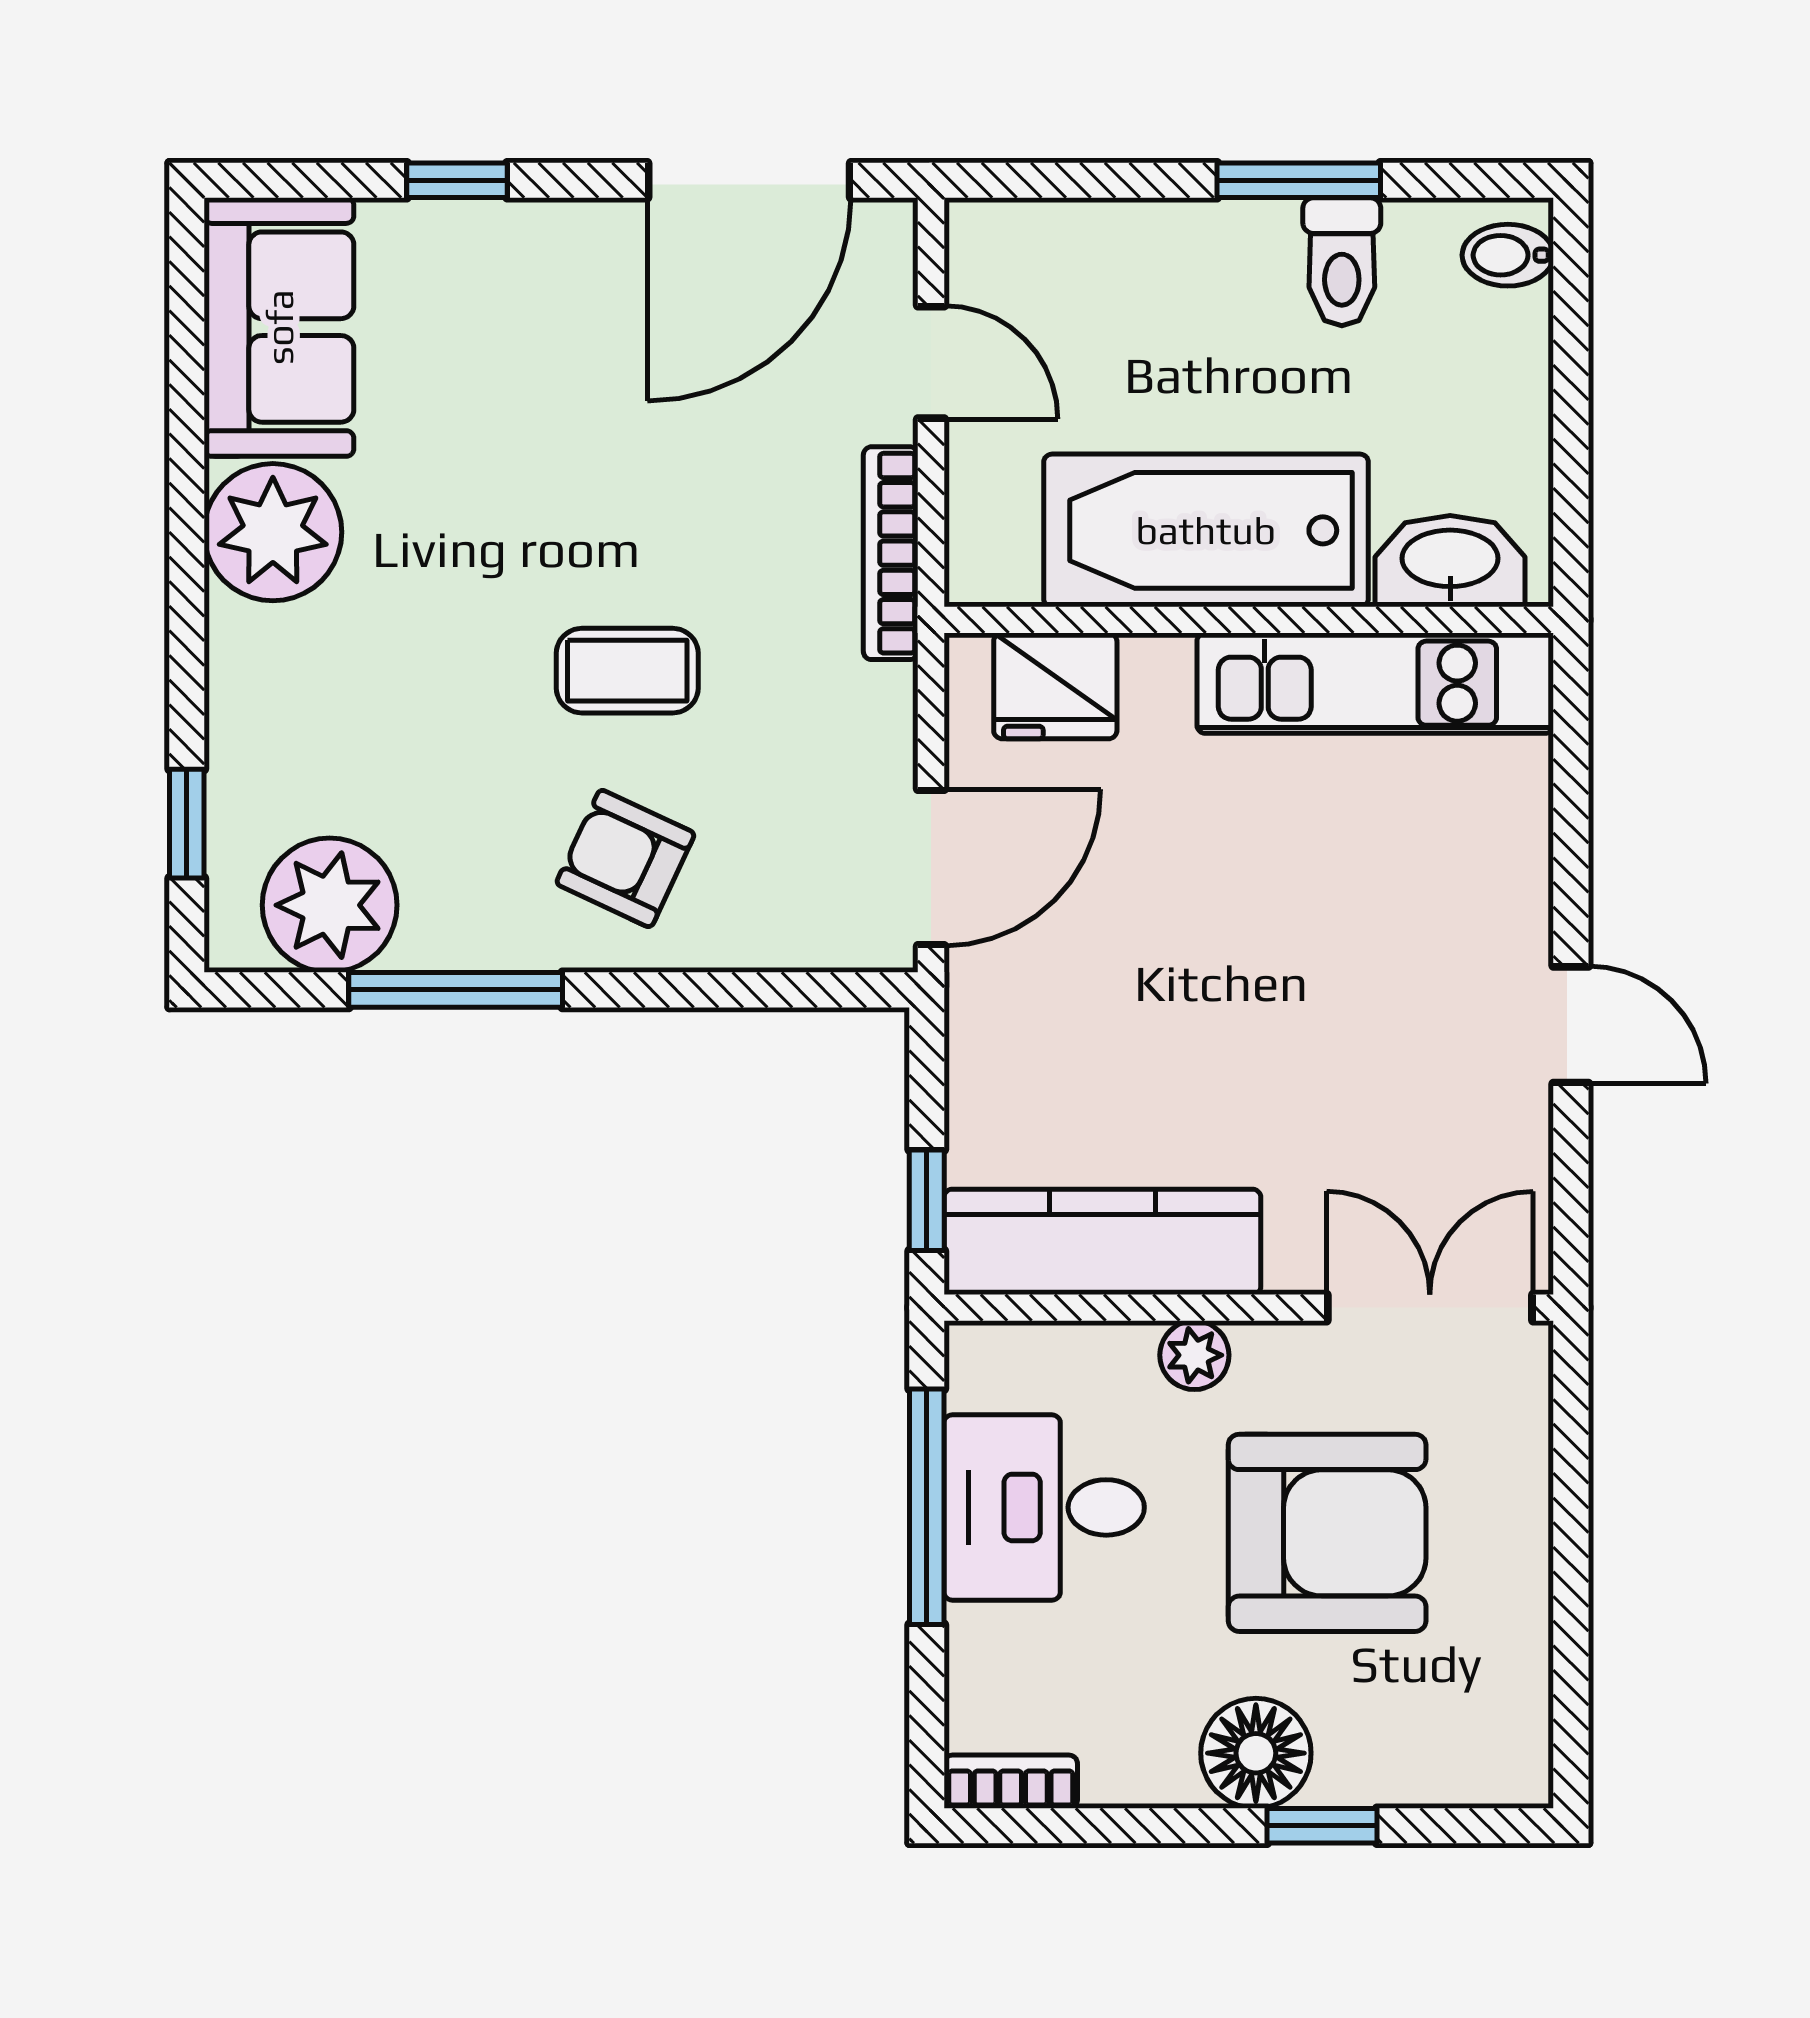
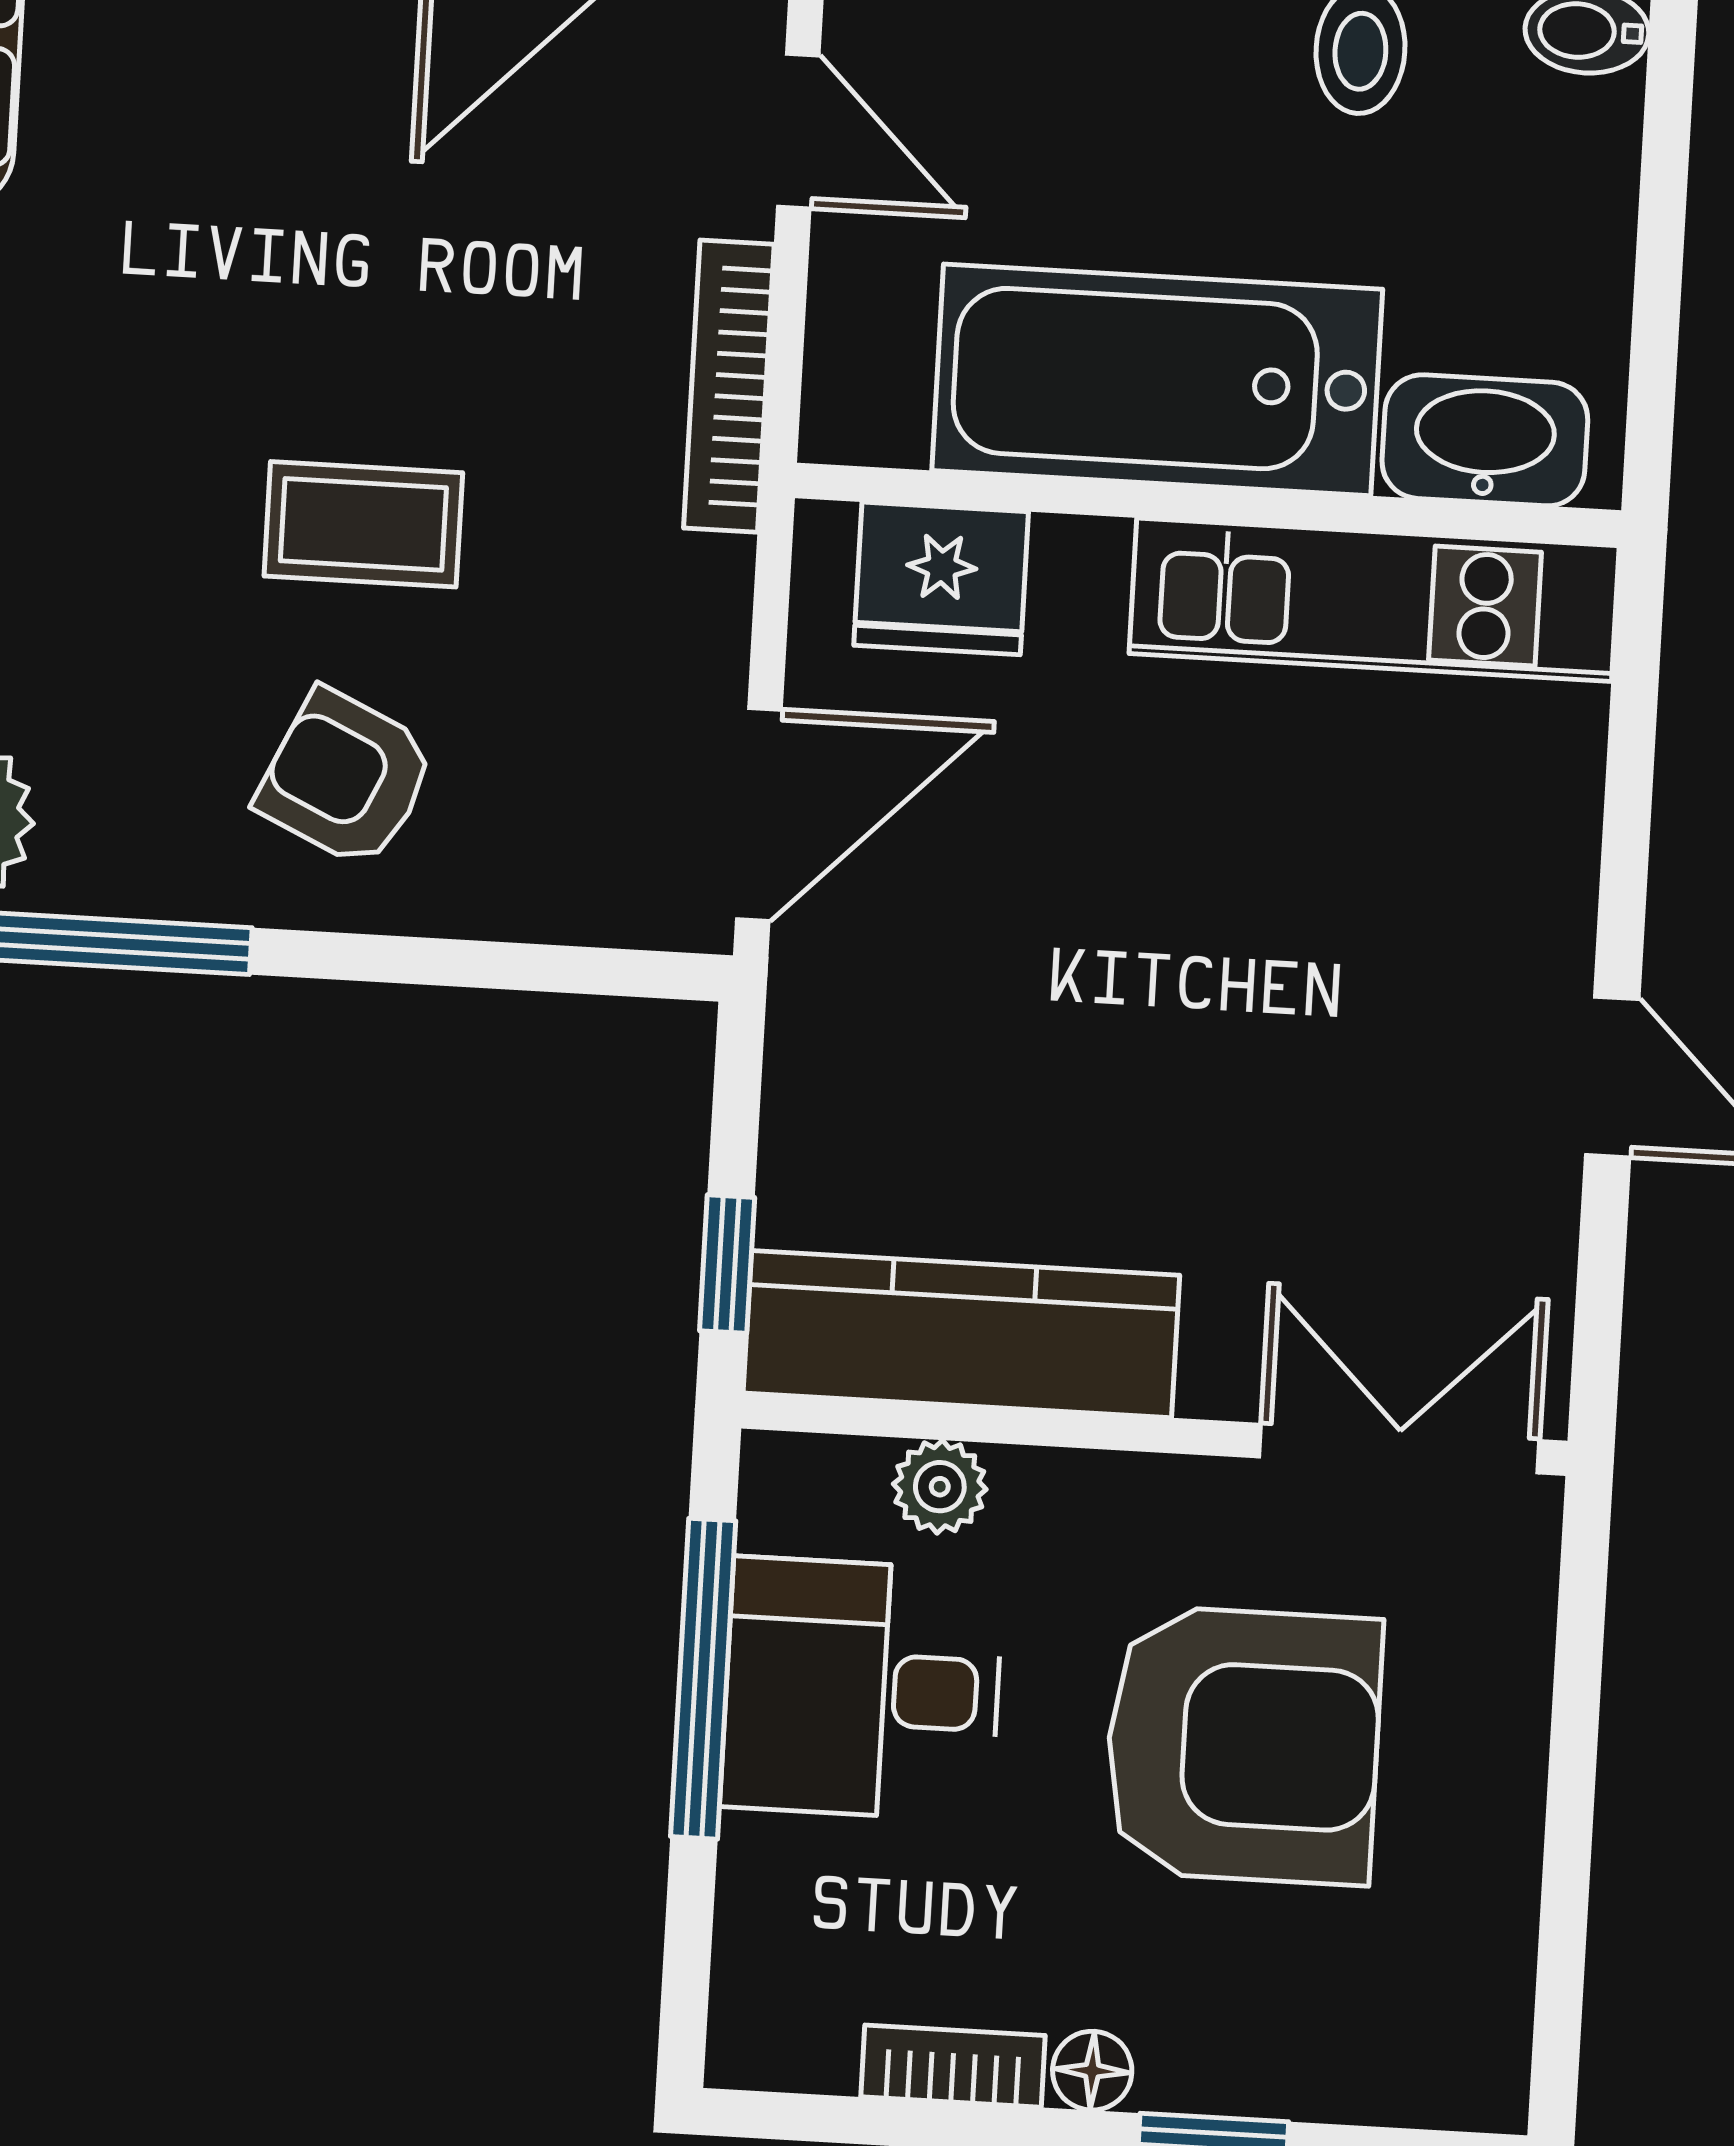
plant: (1194, 1355) -> (940, 1487), moved
floor lamp: (1256, 1753) -> (1092, 2071), width x0.53, depth x0.53
bookcase: (1011, 1782) -> (953, 2066), moved

